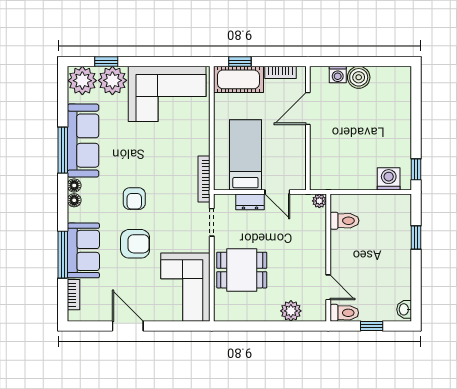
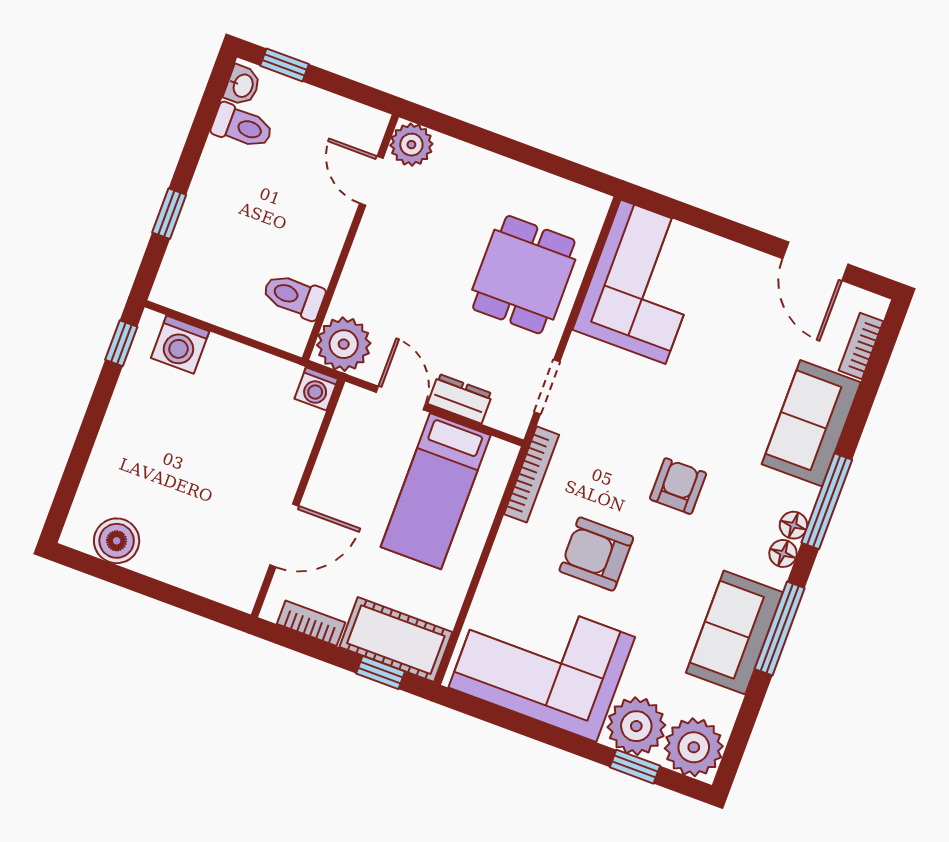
washing machine: (338, 75) -> (316, 389), moved, turned 180
boiler: (359, 77) -> (117, 541), moved
sofa: (83, 141) -> (735, 633), width x0.73
plant: (319, 201) -> (344, 344), width x1.87, depth x1.87
armchair: (135, 244) -> (596, 554), moved
window: (63, 255) -> (827, 501), moved
dining table: (242, 270) -> (524, 275), turned 90
plant: (291, 311) -> (411, 145), moved
toilet: (344, 313) -> (242, 126), moved, turned 180
door: (128, 326) -> (815, 261), moved
window: (372, 326) -> (284, 65), moved

